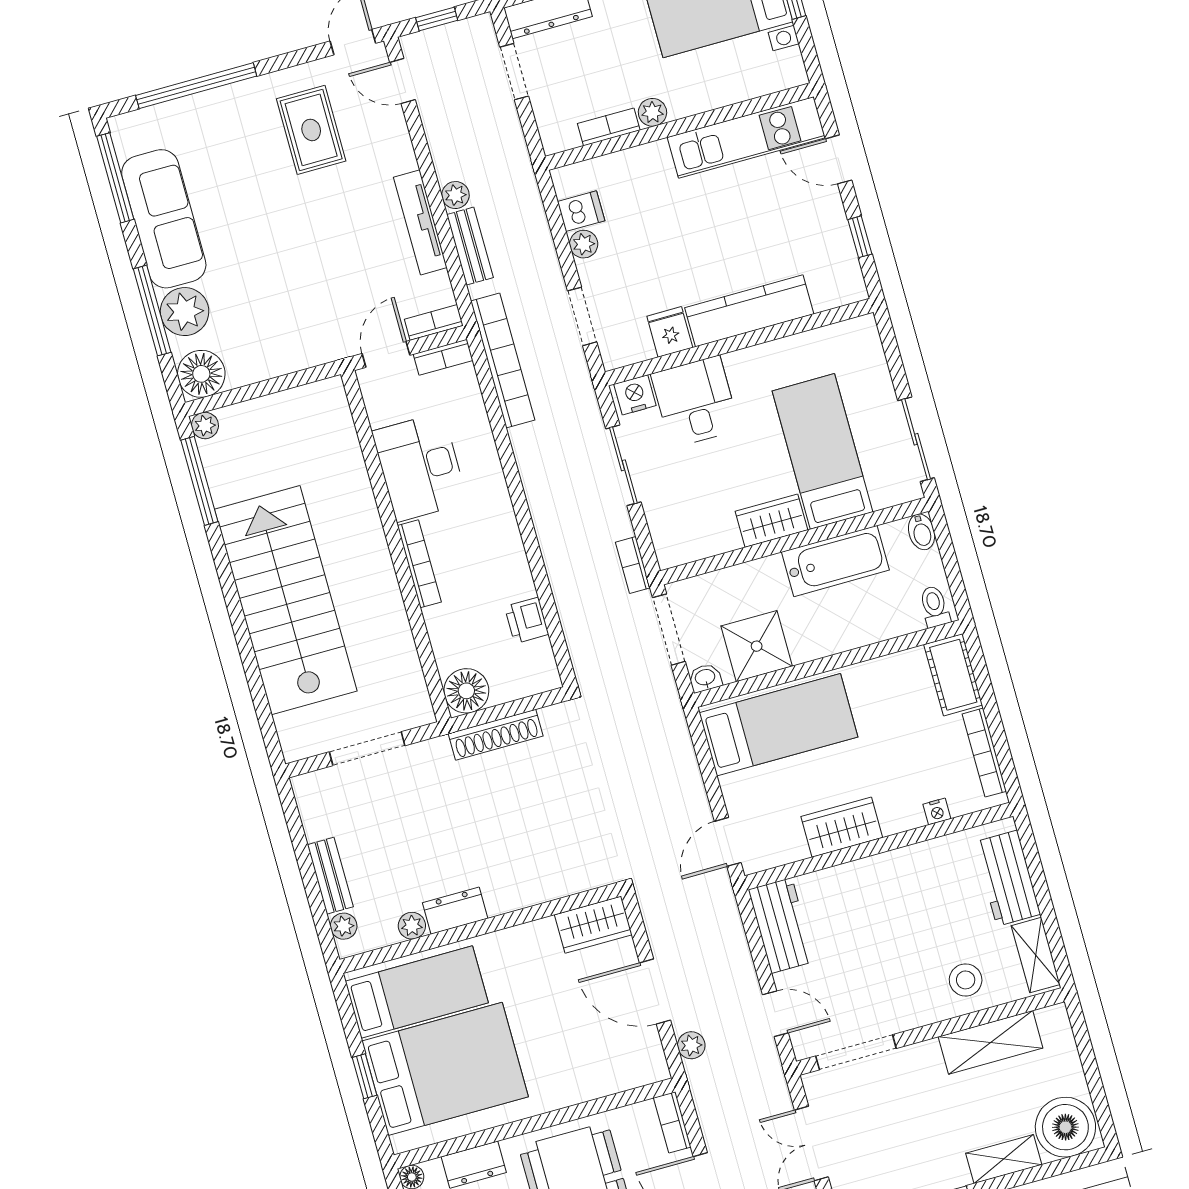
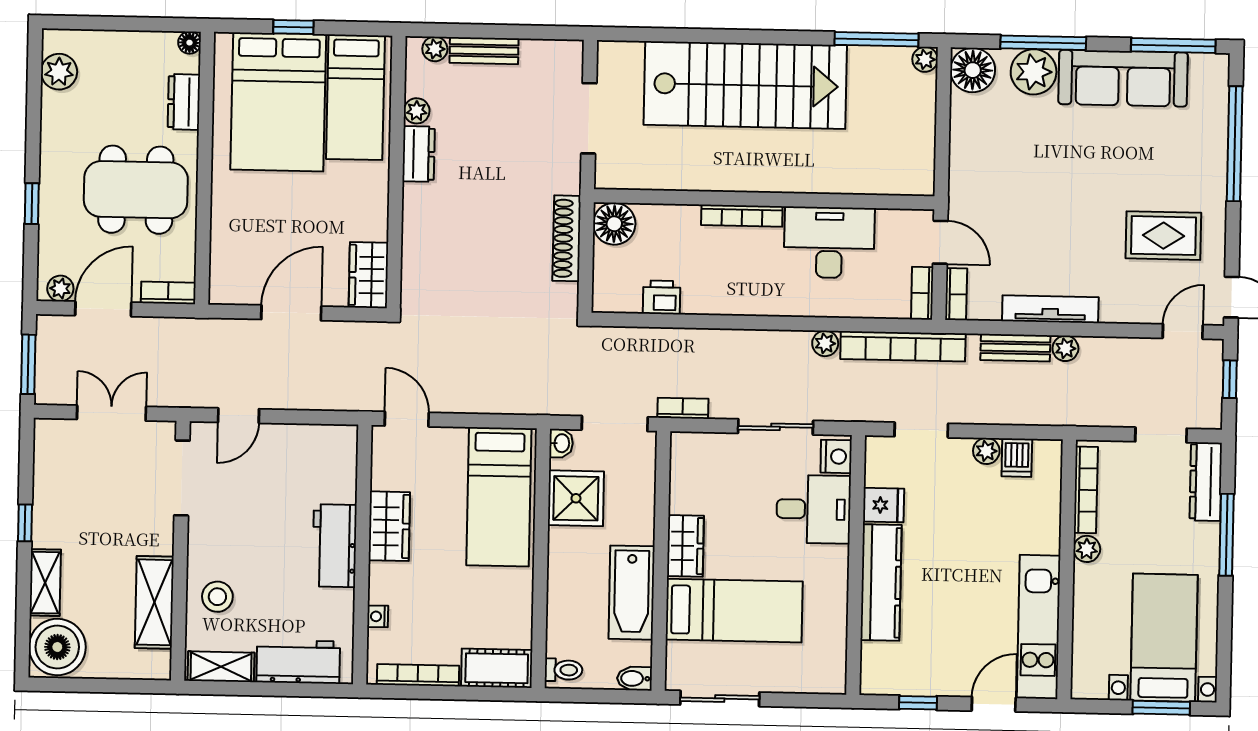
bookcase: (609, 127) -> (1086, 490), width x1.56
workbench: (782, 925) -> (334, 546), moved, turned 90
plant: (691, 1045) -> (825, 343), moved

